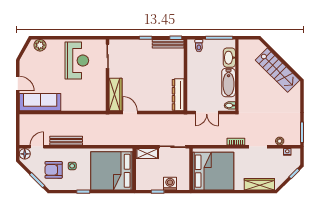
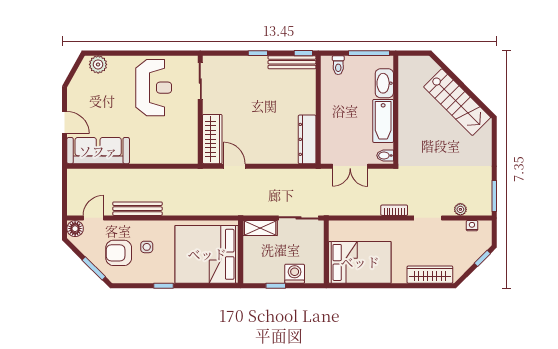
bed: (213, 171) -> (360, 262), width x0.73

